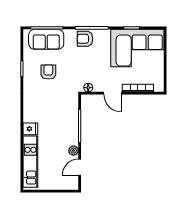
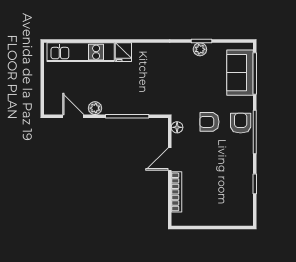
corner sofa: (137, 48) -> (228, 191), removed
plant: (28, 70) -> (200, 49), added
armchair: (48, 72) -> (209, 122), moved, turned 180

